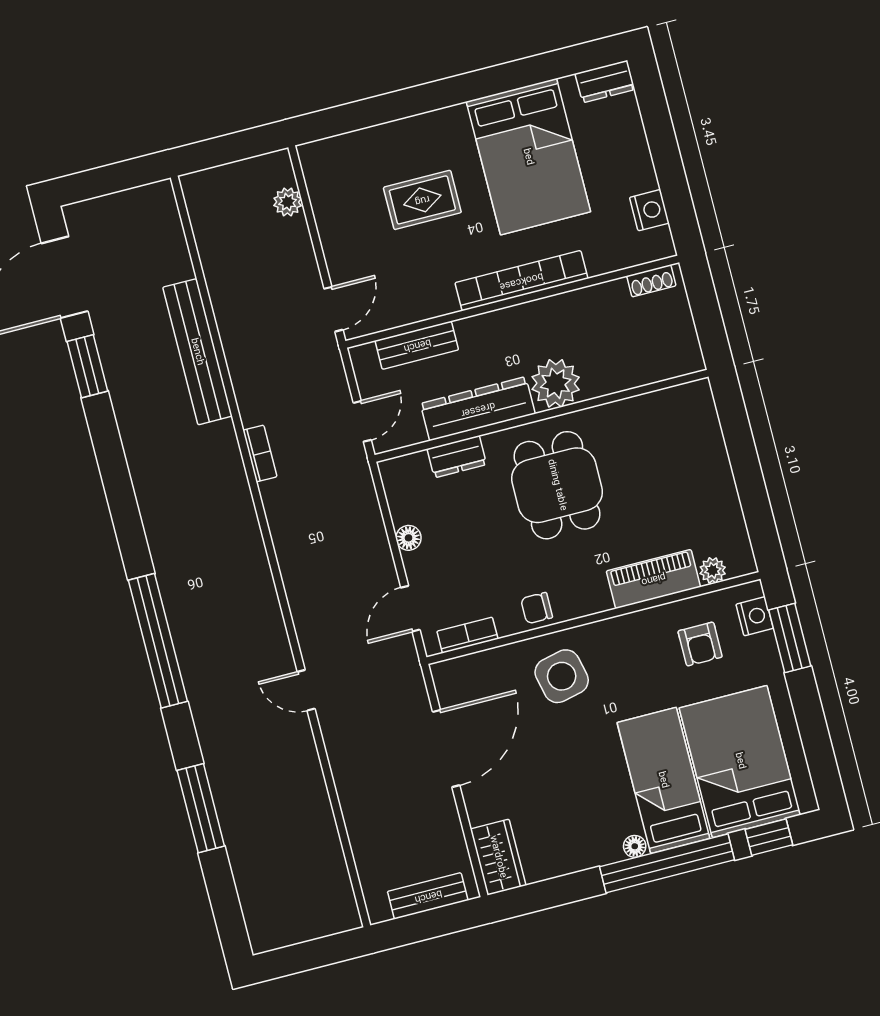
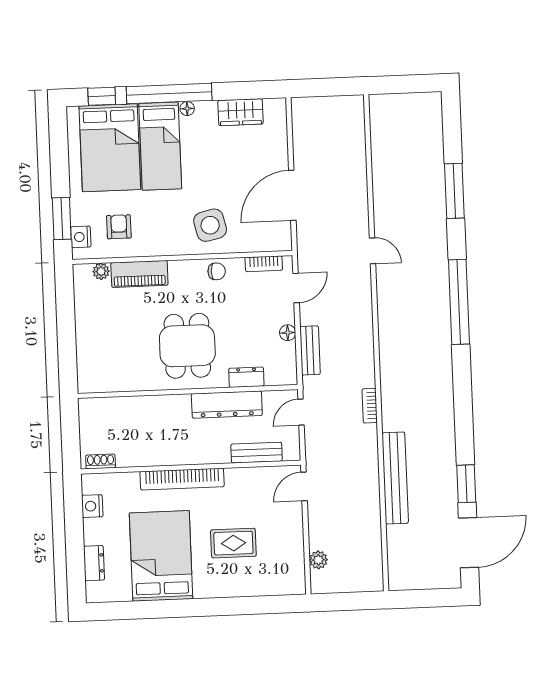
dresser: (605, 82) -> (94, 563), moved, turned 90
plant: (556, 383) -> (174, 410), removed
wardrobe: (498, 857) -> (241, 112), moved, turned -90
bench: (428, 896) -> (310, 350), moved, turned 90

